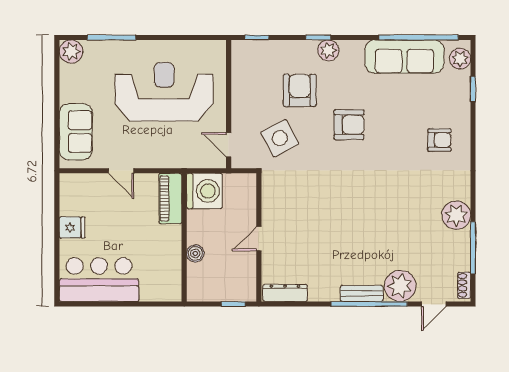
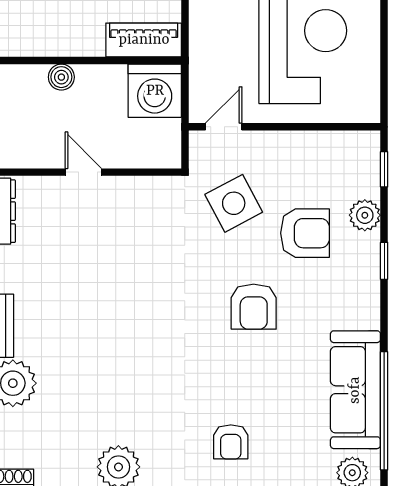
plant: (328, 50) -> (365, 215), moved

